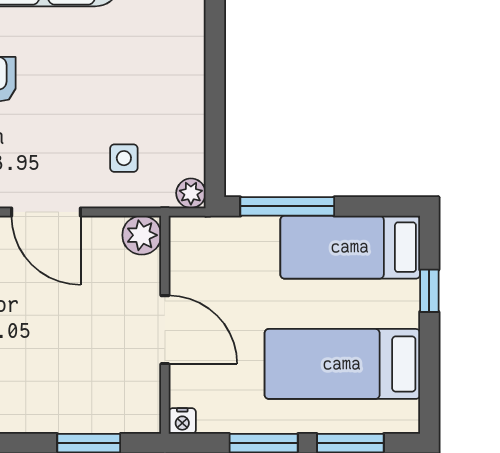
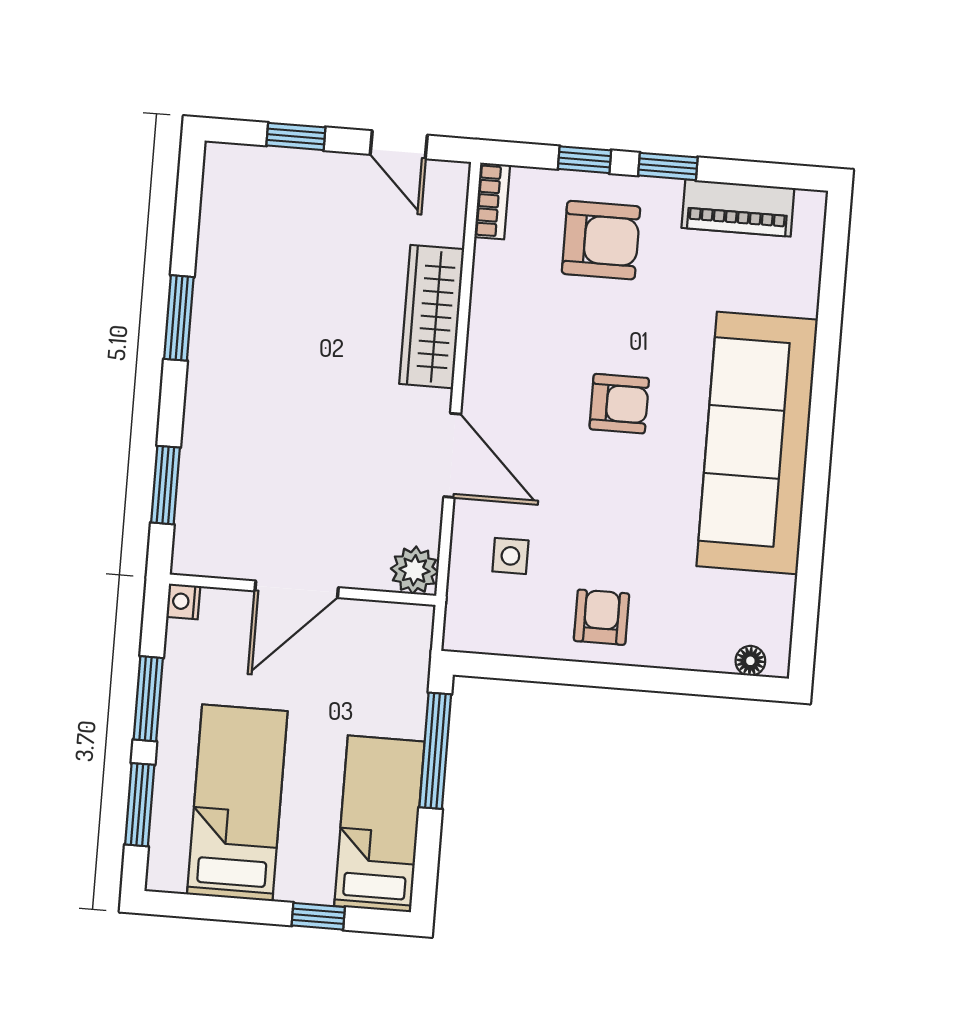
armchair: (168, 80) -> (601, 617), added
plant: (191, 193) -> (461, 634), removed
door: (46, 212) -> (452, 455), swing flipped

